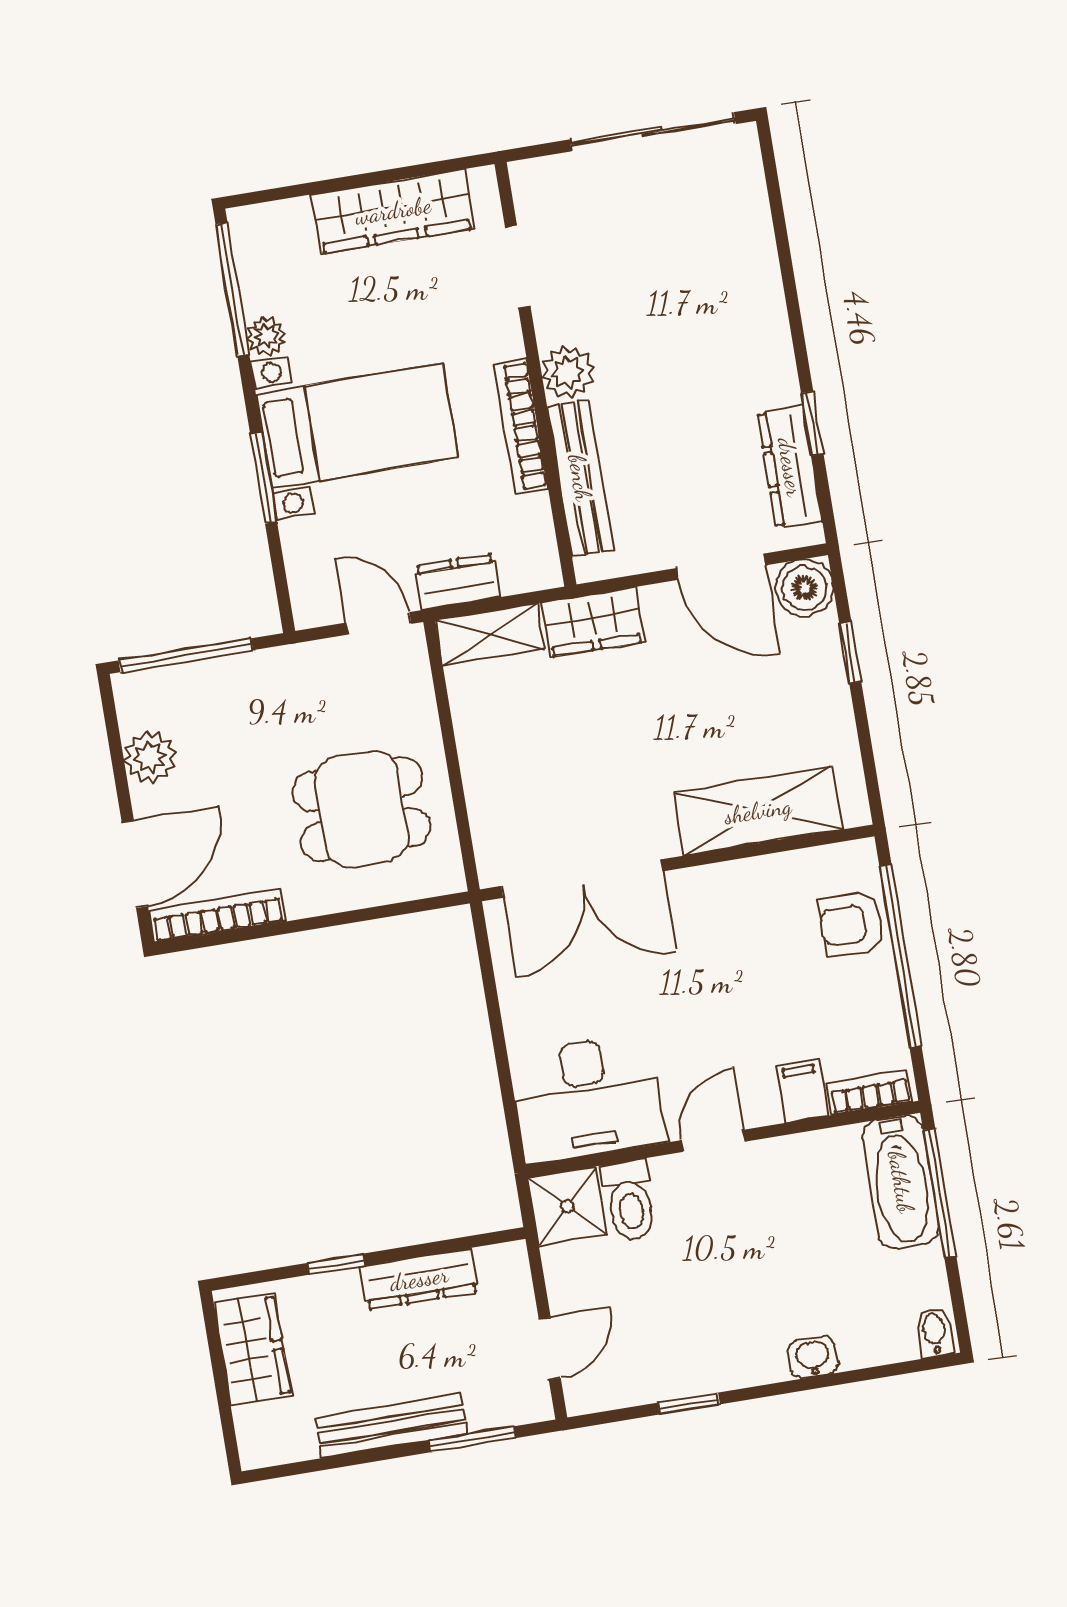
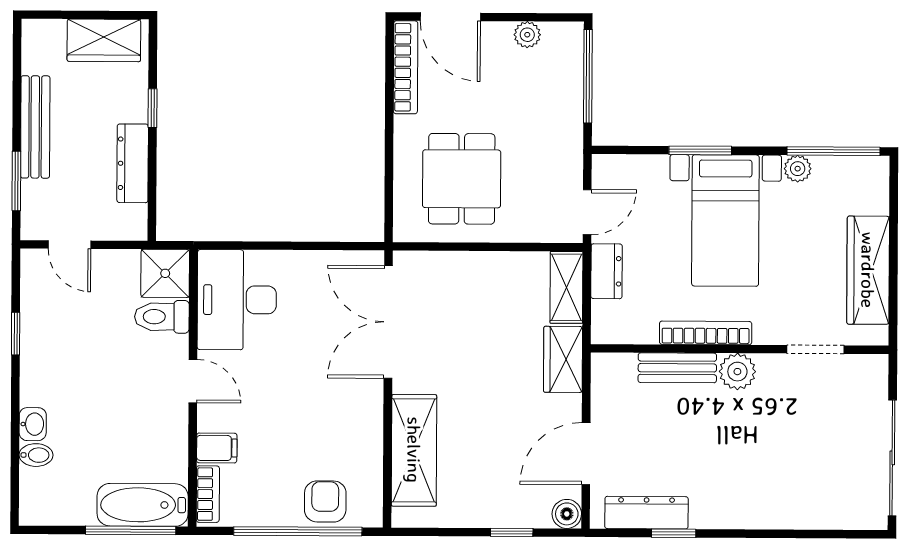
bench: (580, 478) -> (677, 368), width x0.73
boiler: (804, 588) -> (567, 514), width x0.73, depth x0.73
plant: (150, 757) -> (527, 35), width x0.73, depth x0.73
bidet: (935, 1332) -> (36, 455), moved

